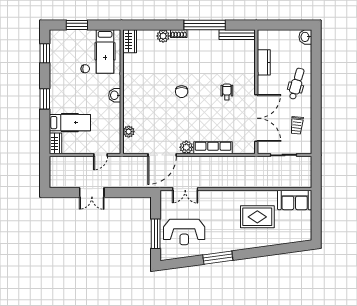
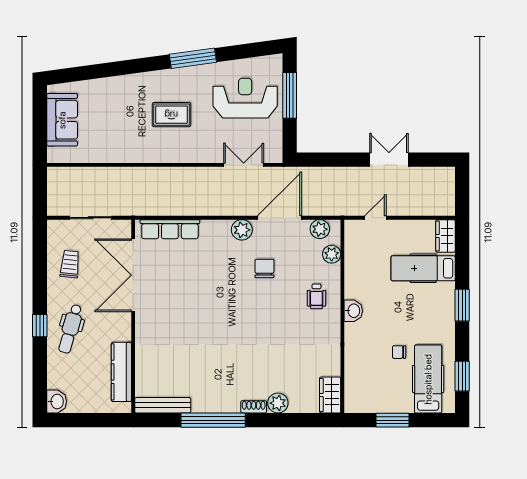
window: (77, 25) -> (393, 420), moved
hospital bed: (105, 51) -> (428, 379), moved
kitchen counter: (264, 62) -> (121, 372), width x1.50
window: (316, 86) -> (40, 326), added
chair: (182, 92) -> (265, 268), moved
wheelchair: (227, 92) -> (316, 296), moved
plant: (136, 148) -> (320, 229), added
row of seats: (213, 148) -> (170, 229), moved
sofa: (295, 200) -> (62, 120), moved, turned 90
rug: (257, 217) -> (171, 115), moved, width x0.73, depth x0.70

